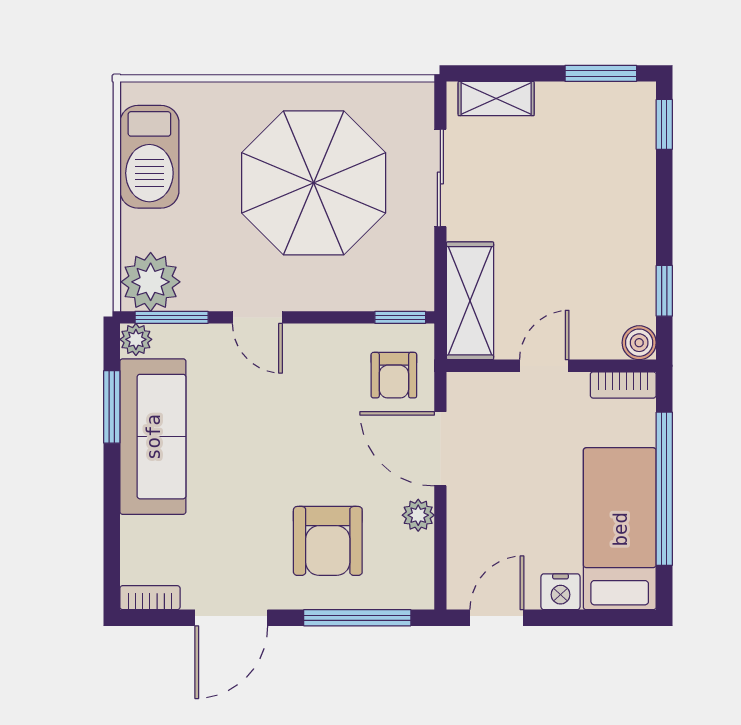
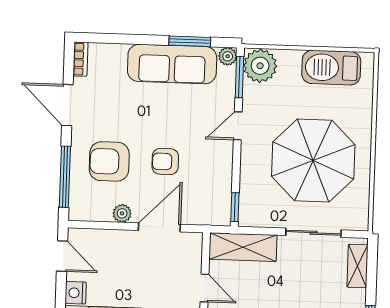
armchair: (394, 375) -> (165, 162), moved

